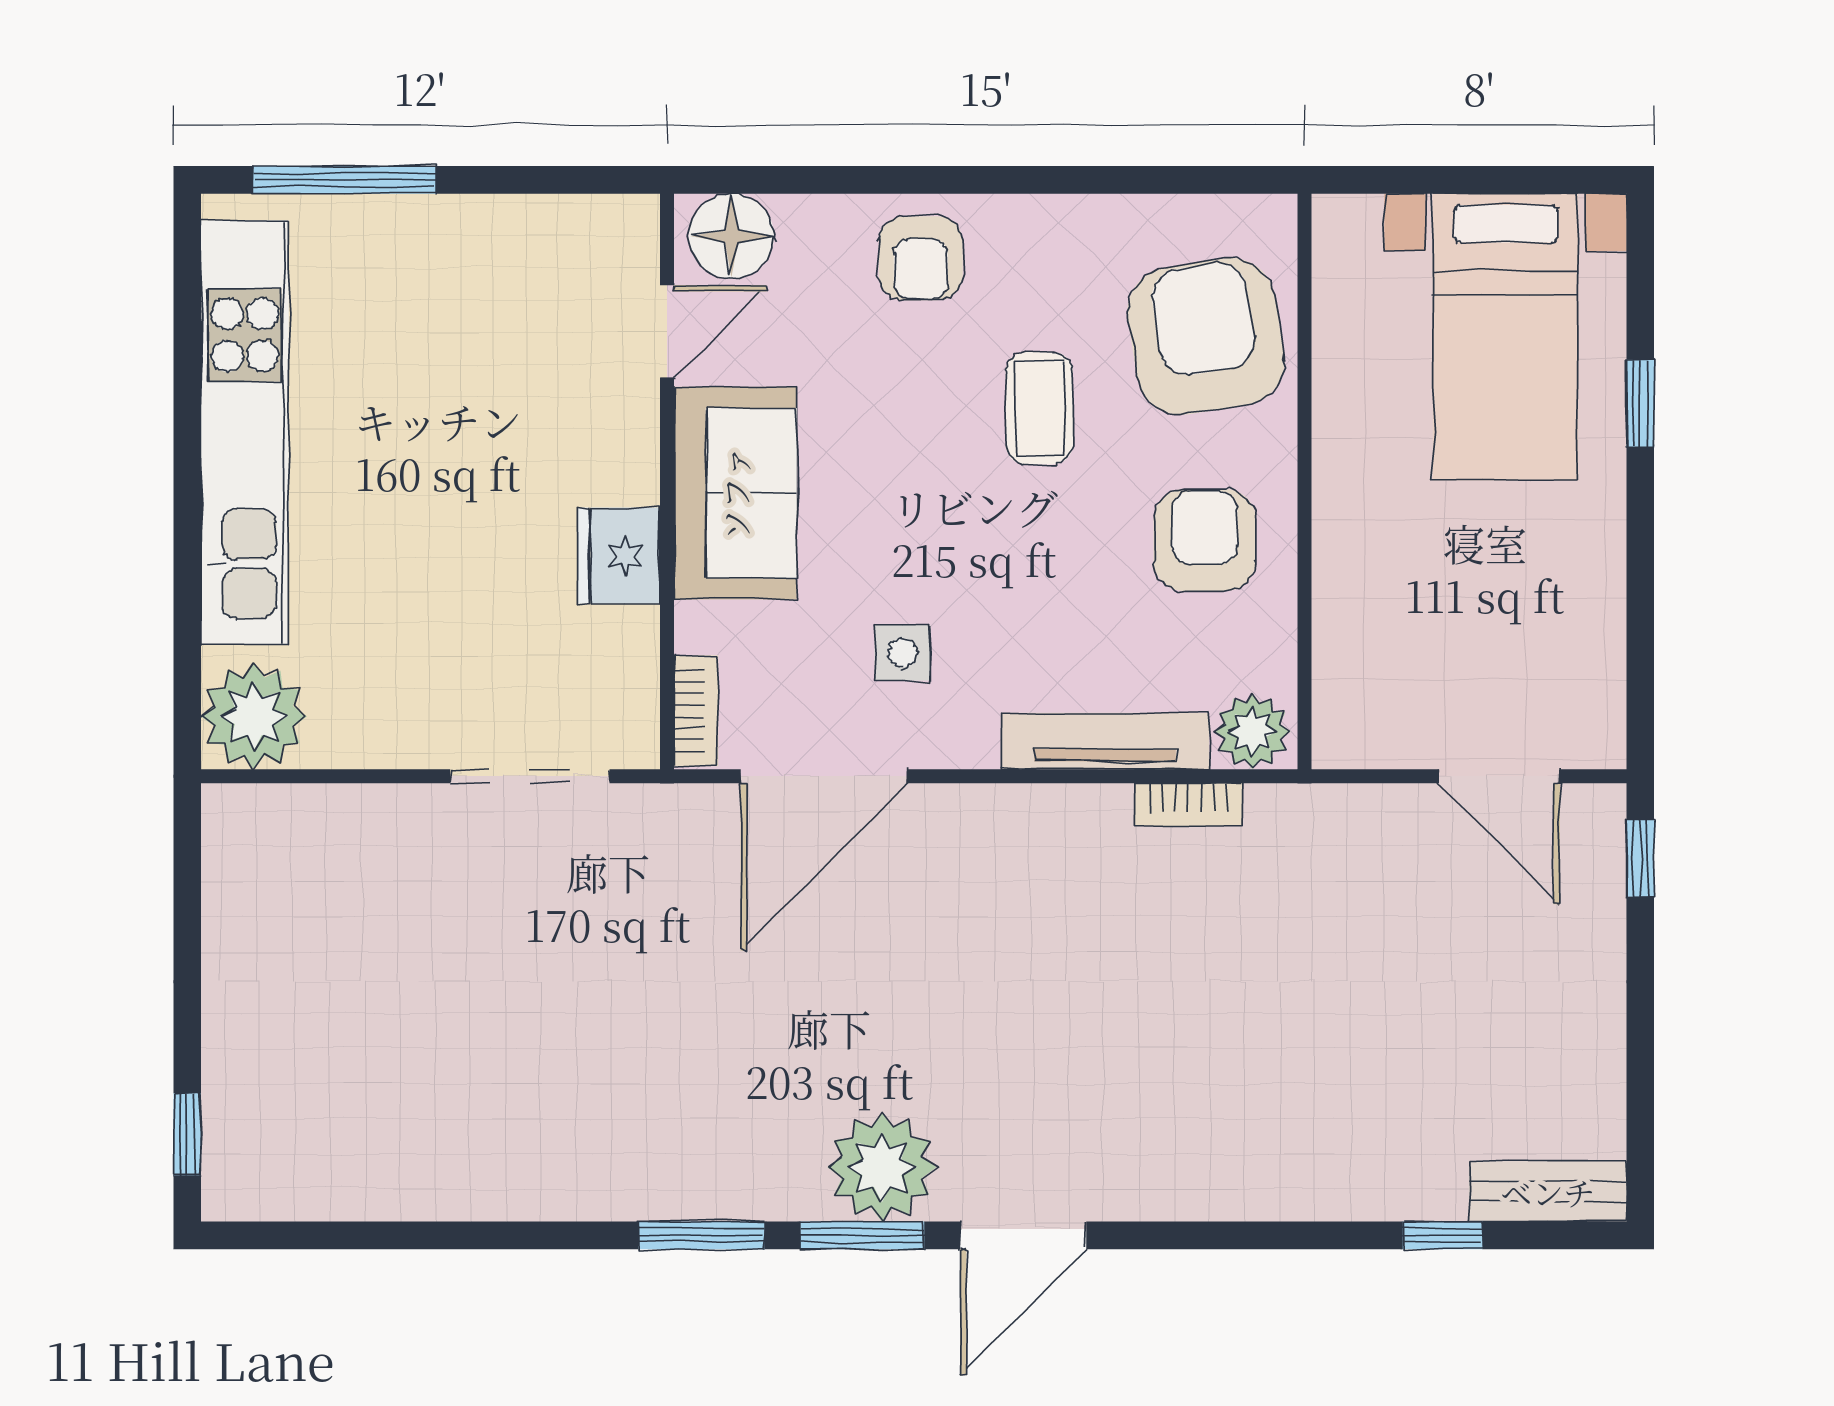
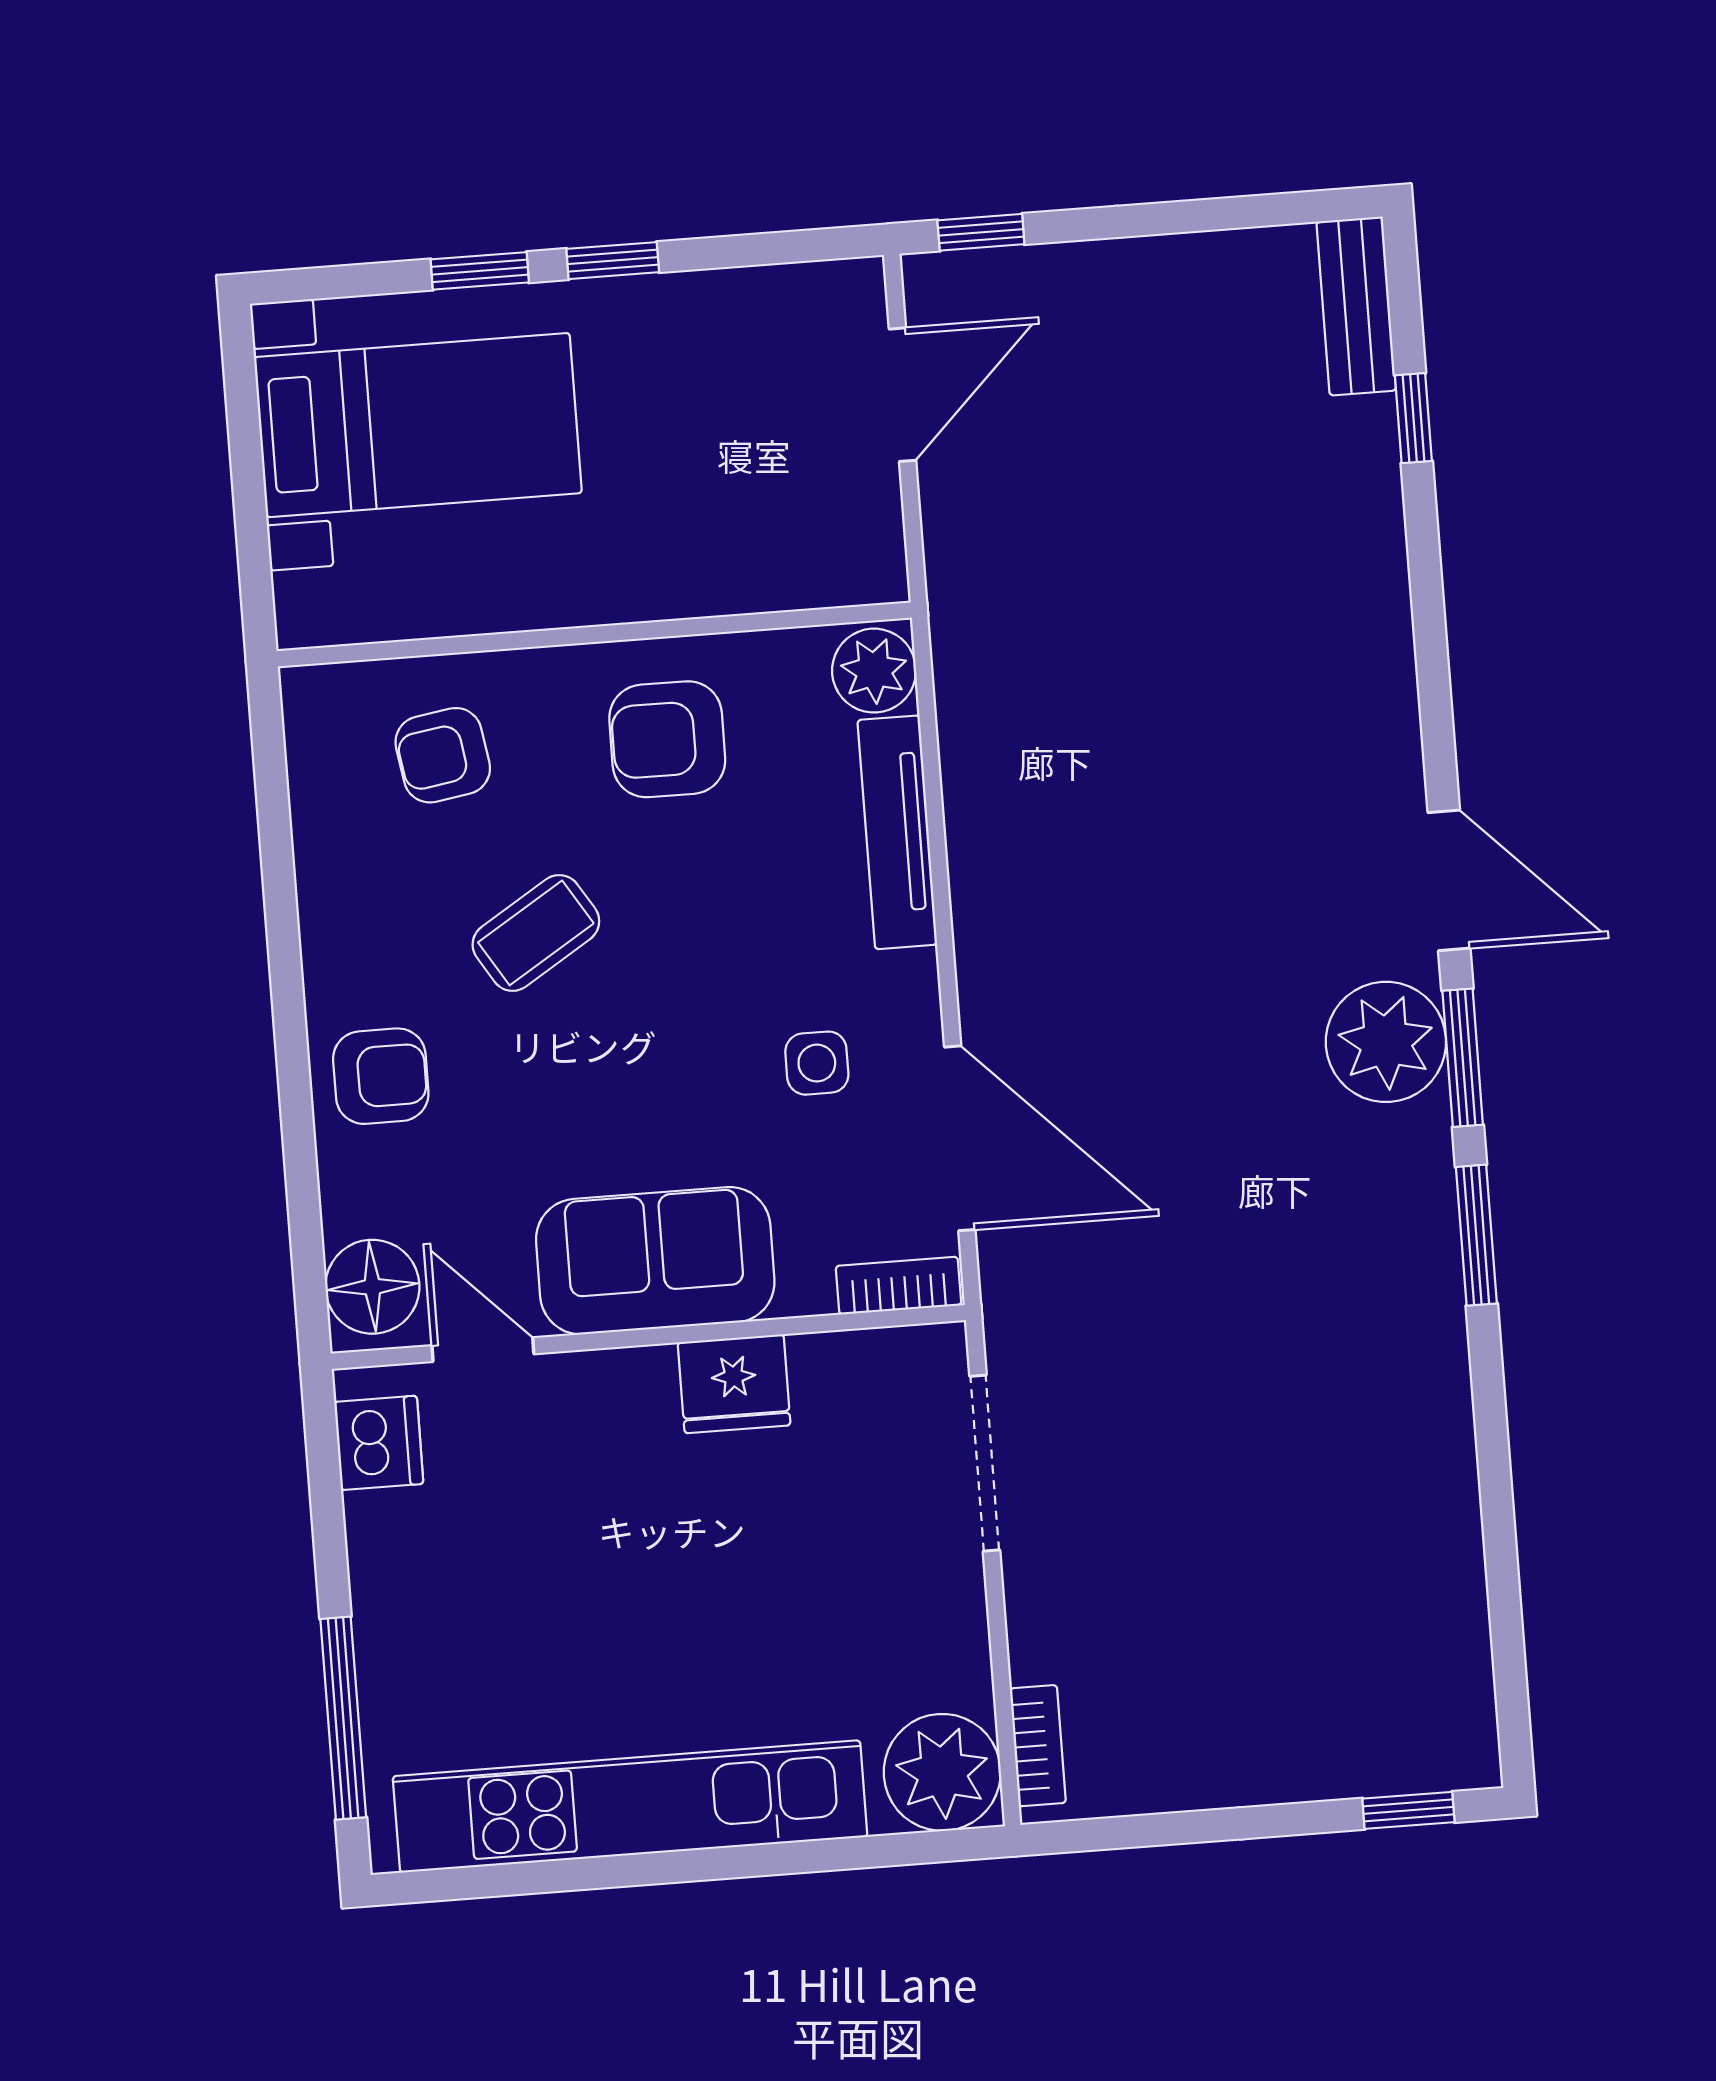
dishwasher: (590, 231) -> (379, 1443), added
armchair: (1206, 336) -> (443, 755), width x0.53, depth x0.53
coffee table: (1039, 408) -> (536, 933), turned -32
window: (1640, 524) -> (613, 261), added
bookcase: (1188, 804) -> (1038, 1746), moved

